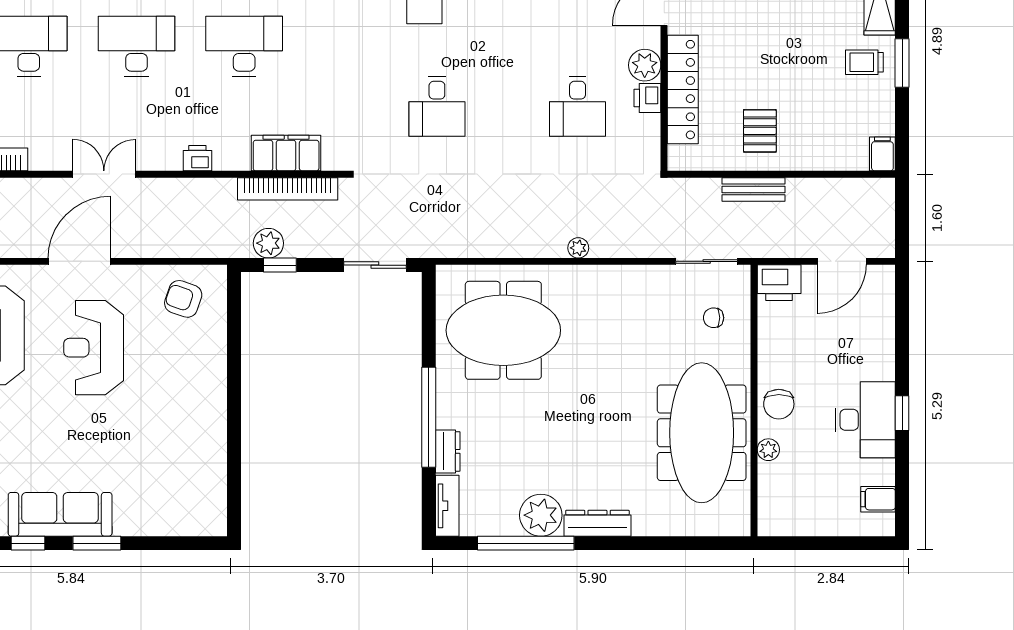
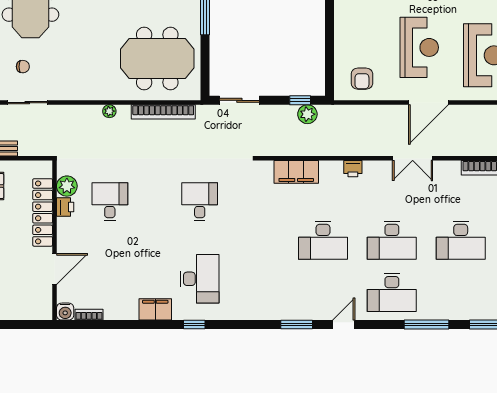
plant: (645, 65) -> (67, 186), moved
bookcase: (288, 189) -> (163, 112), moved, turned 180
armchair: (183, 299) -> (362, 79), turned 71

